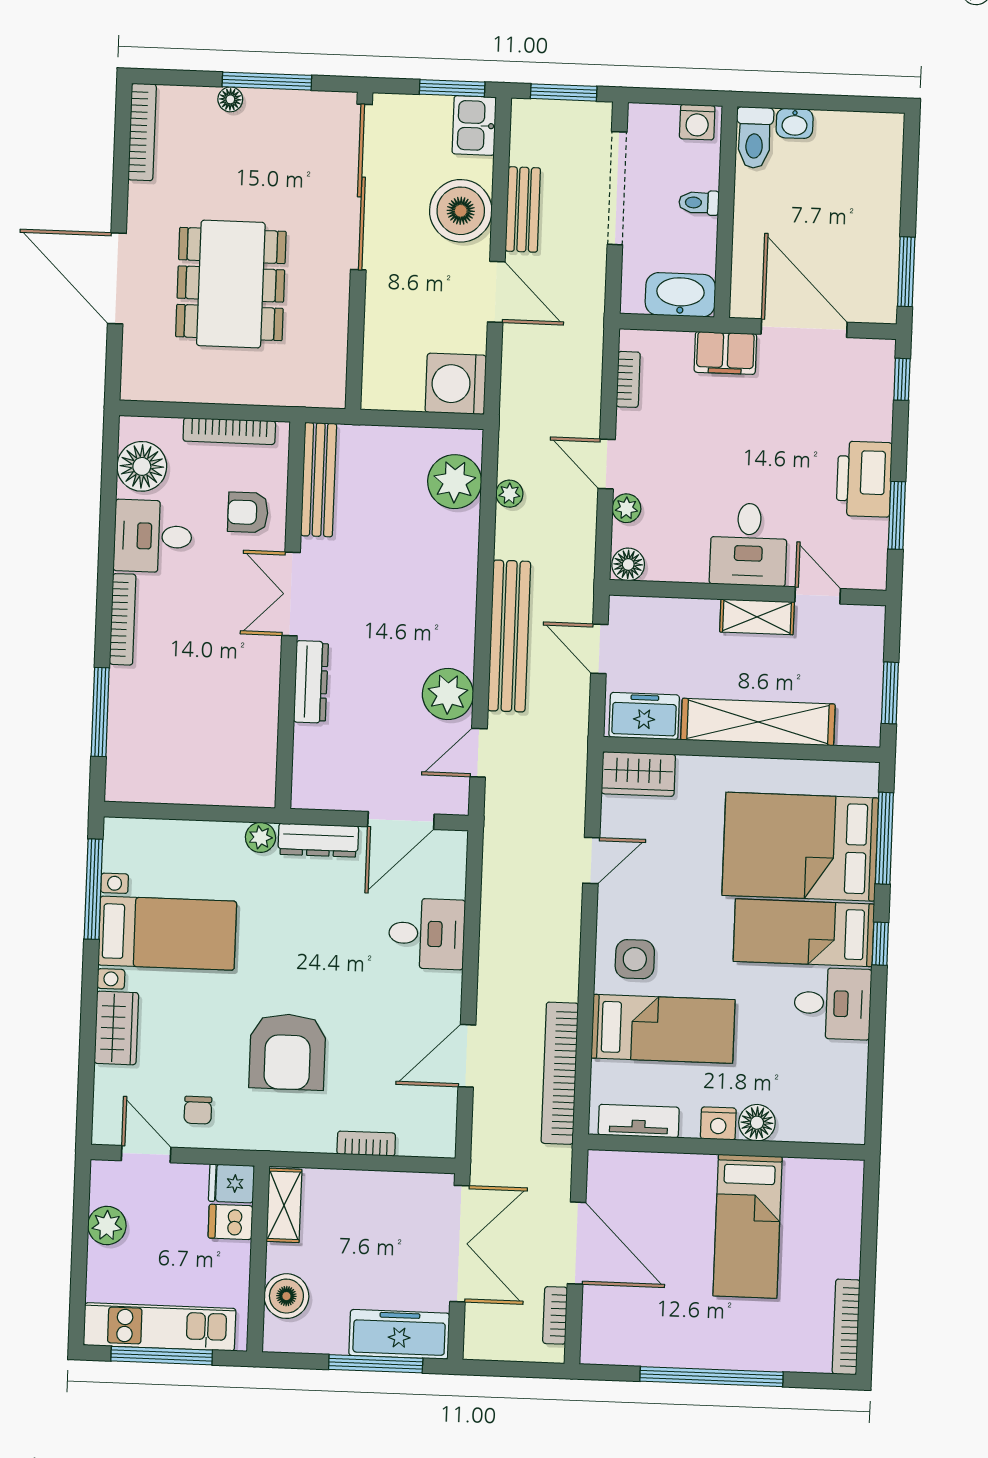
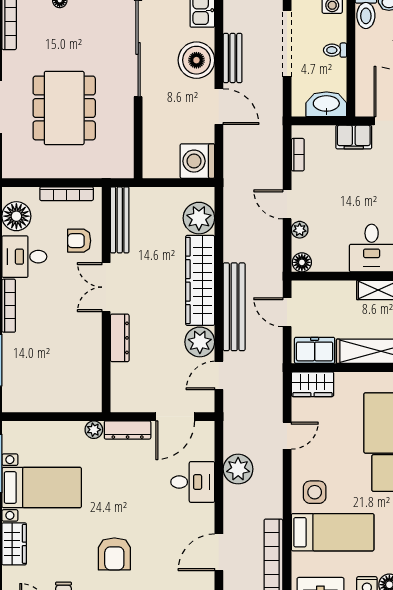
plant: (509, 494) -> (238, 469), moved, width x1.88, depth x1.88
wardrobe: (453, 589) -> (200, 280), added
armchair: (287, 1052) -> (114, 554), width x0.73, depth x0.73

